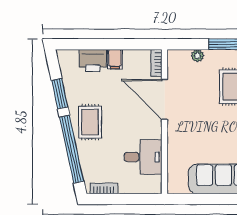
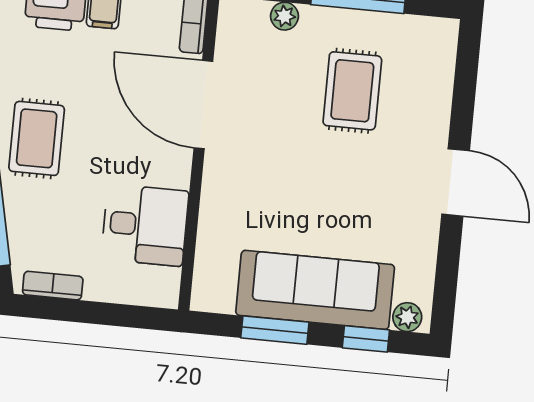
window: (207, 199) -> (275, 330), added

